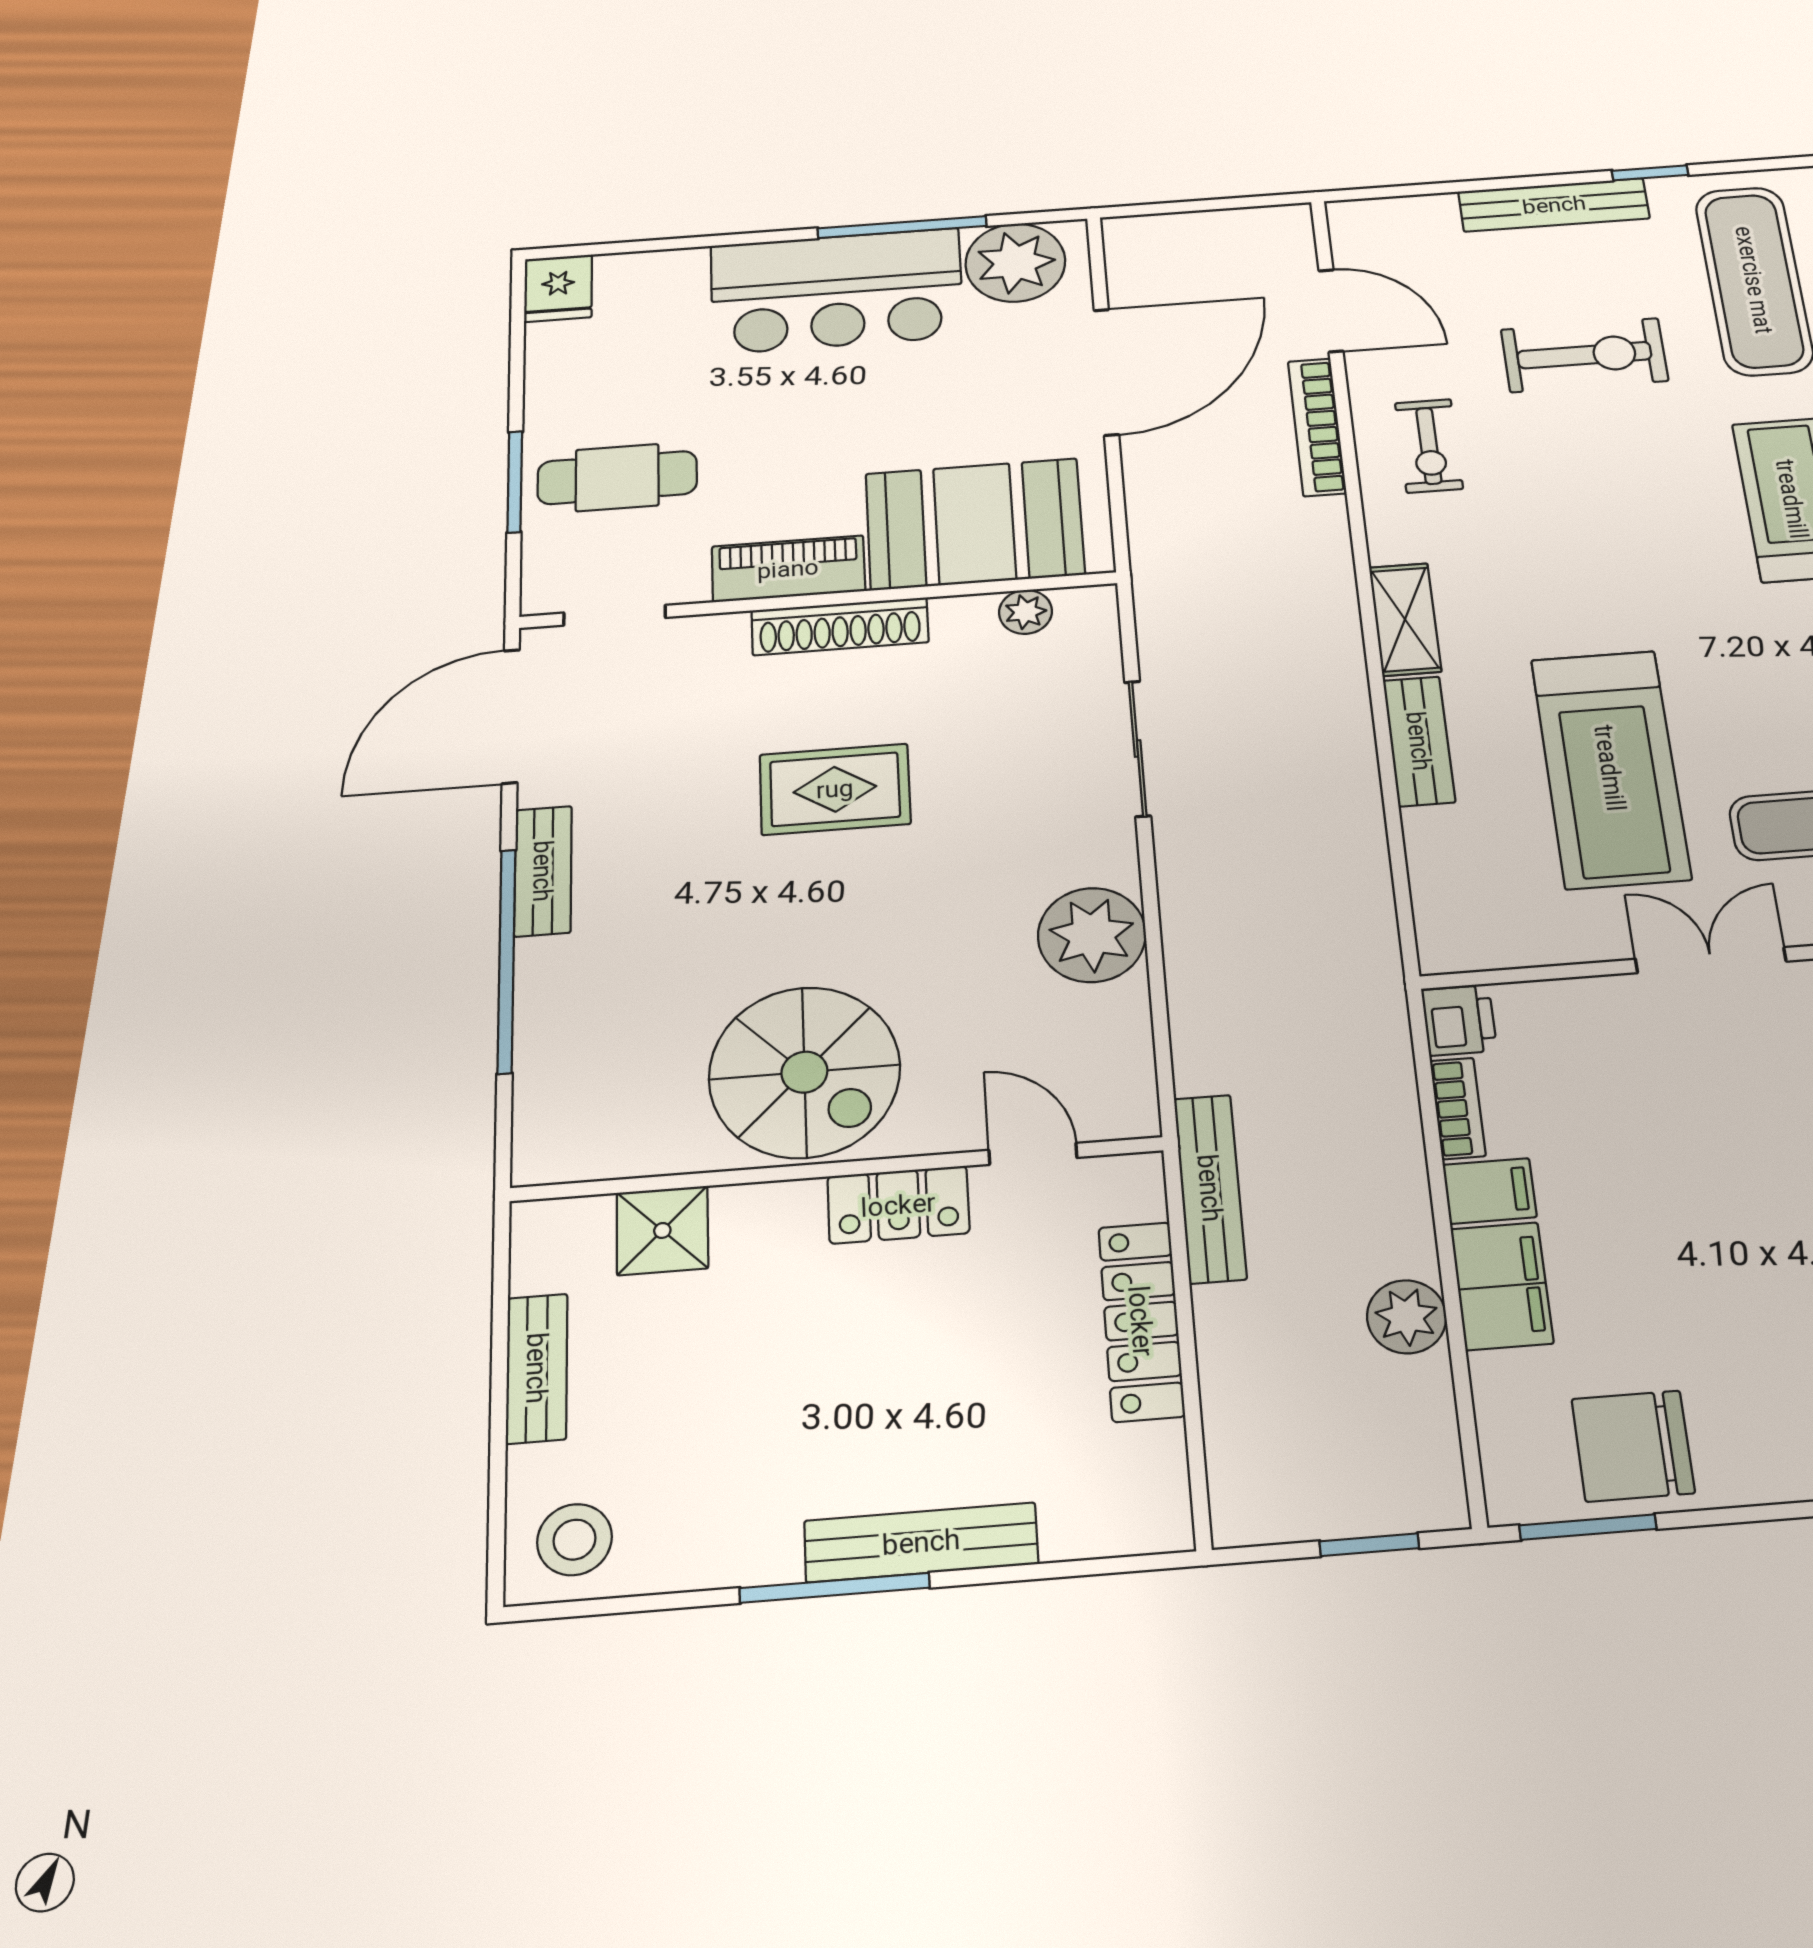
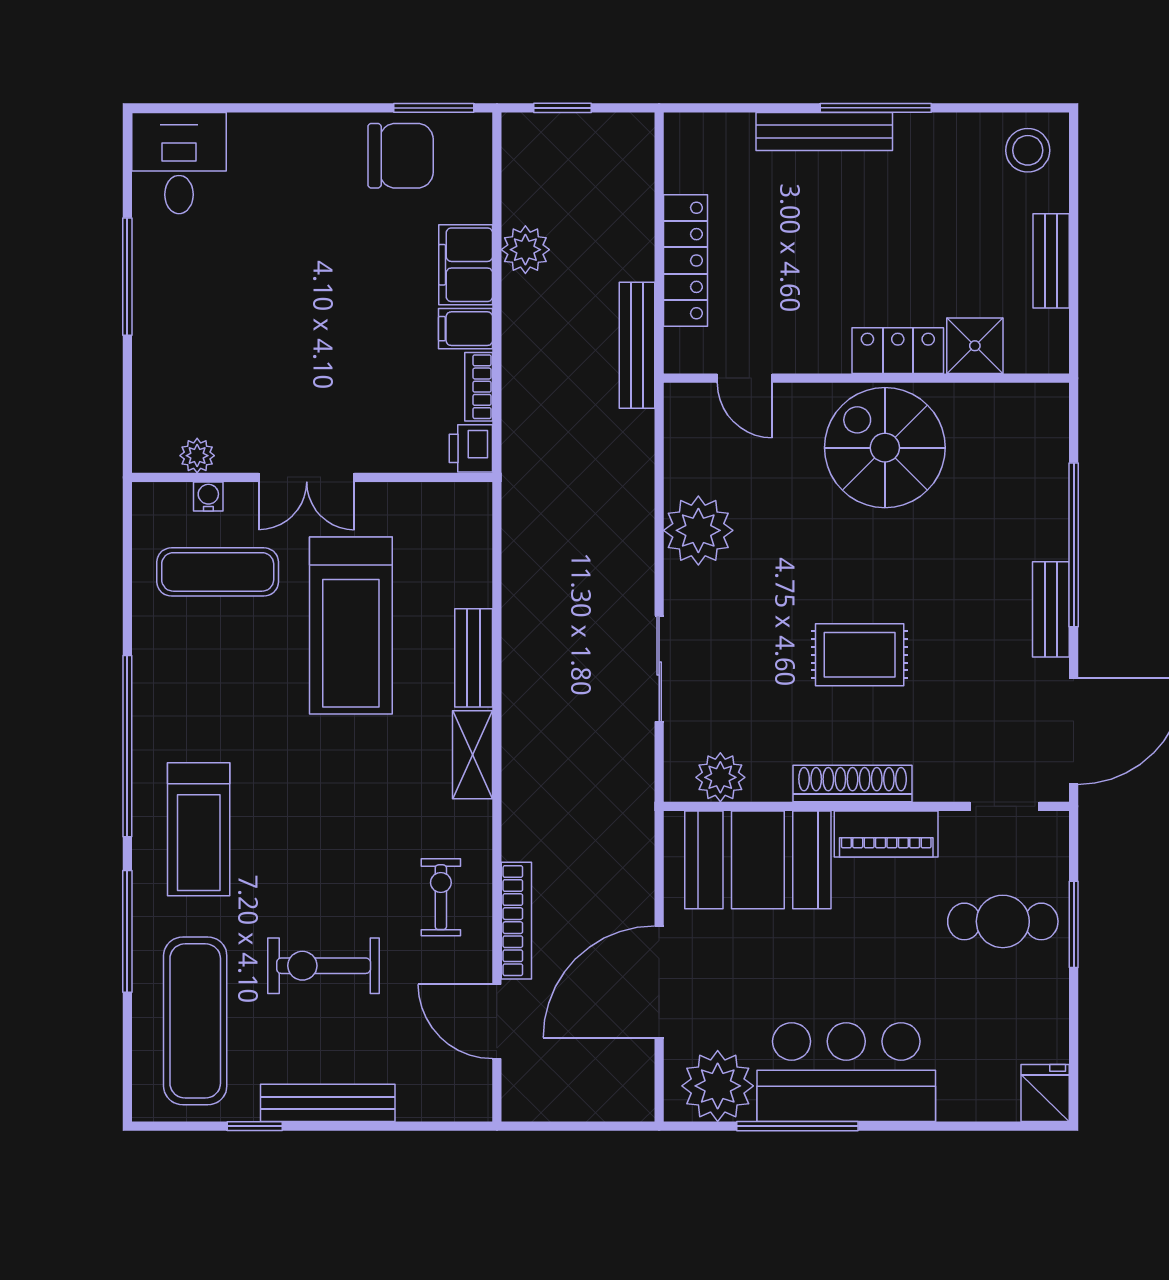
plant: (1025, 612) -> (720, 777), width x1.38, depth x1.38
treadmill: (1610, 768) -> (351, 626), turned 180
locker: (898, 1205) -> (898, 351), moved

